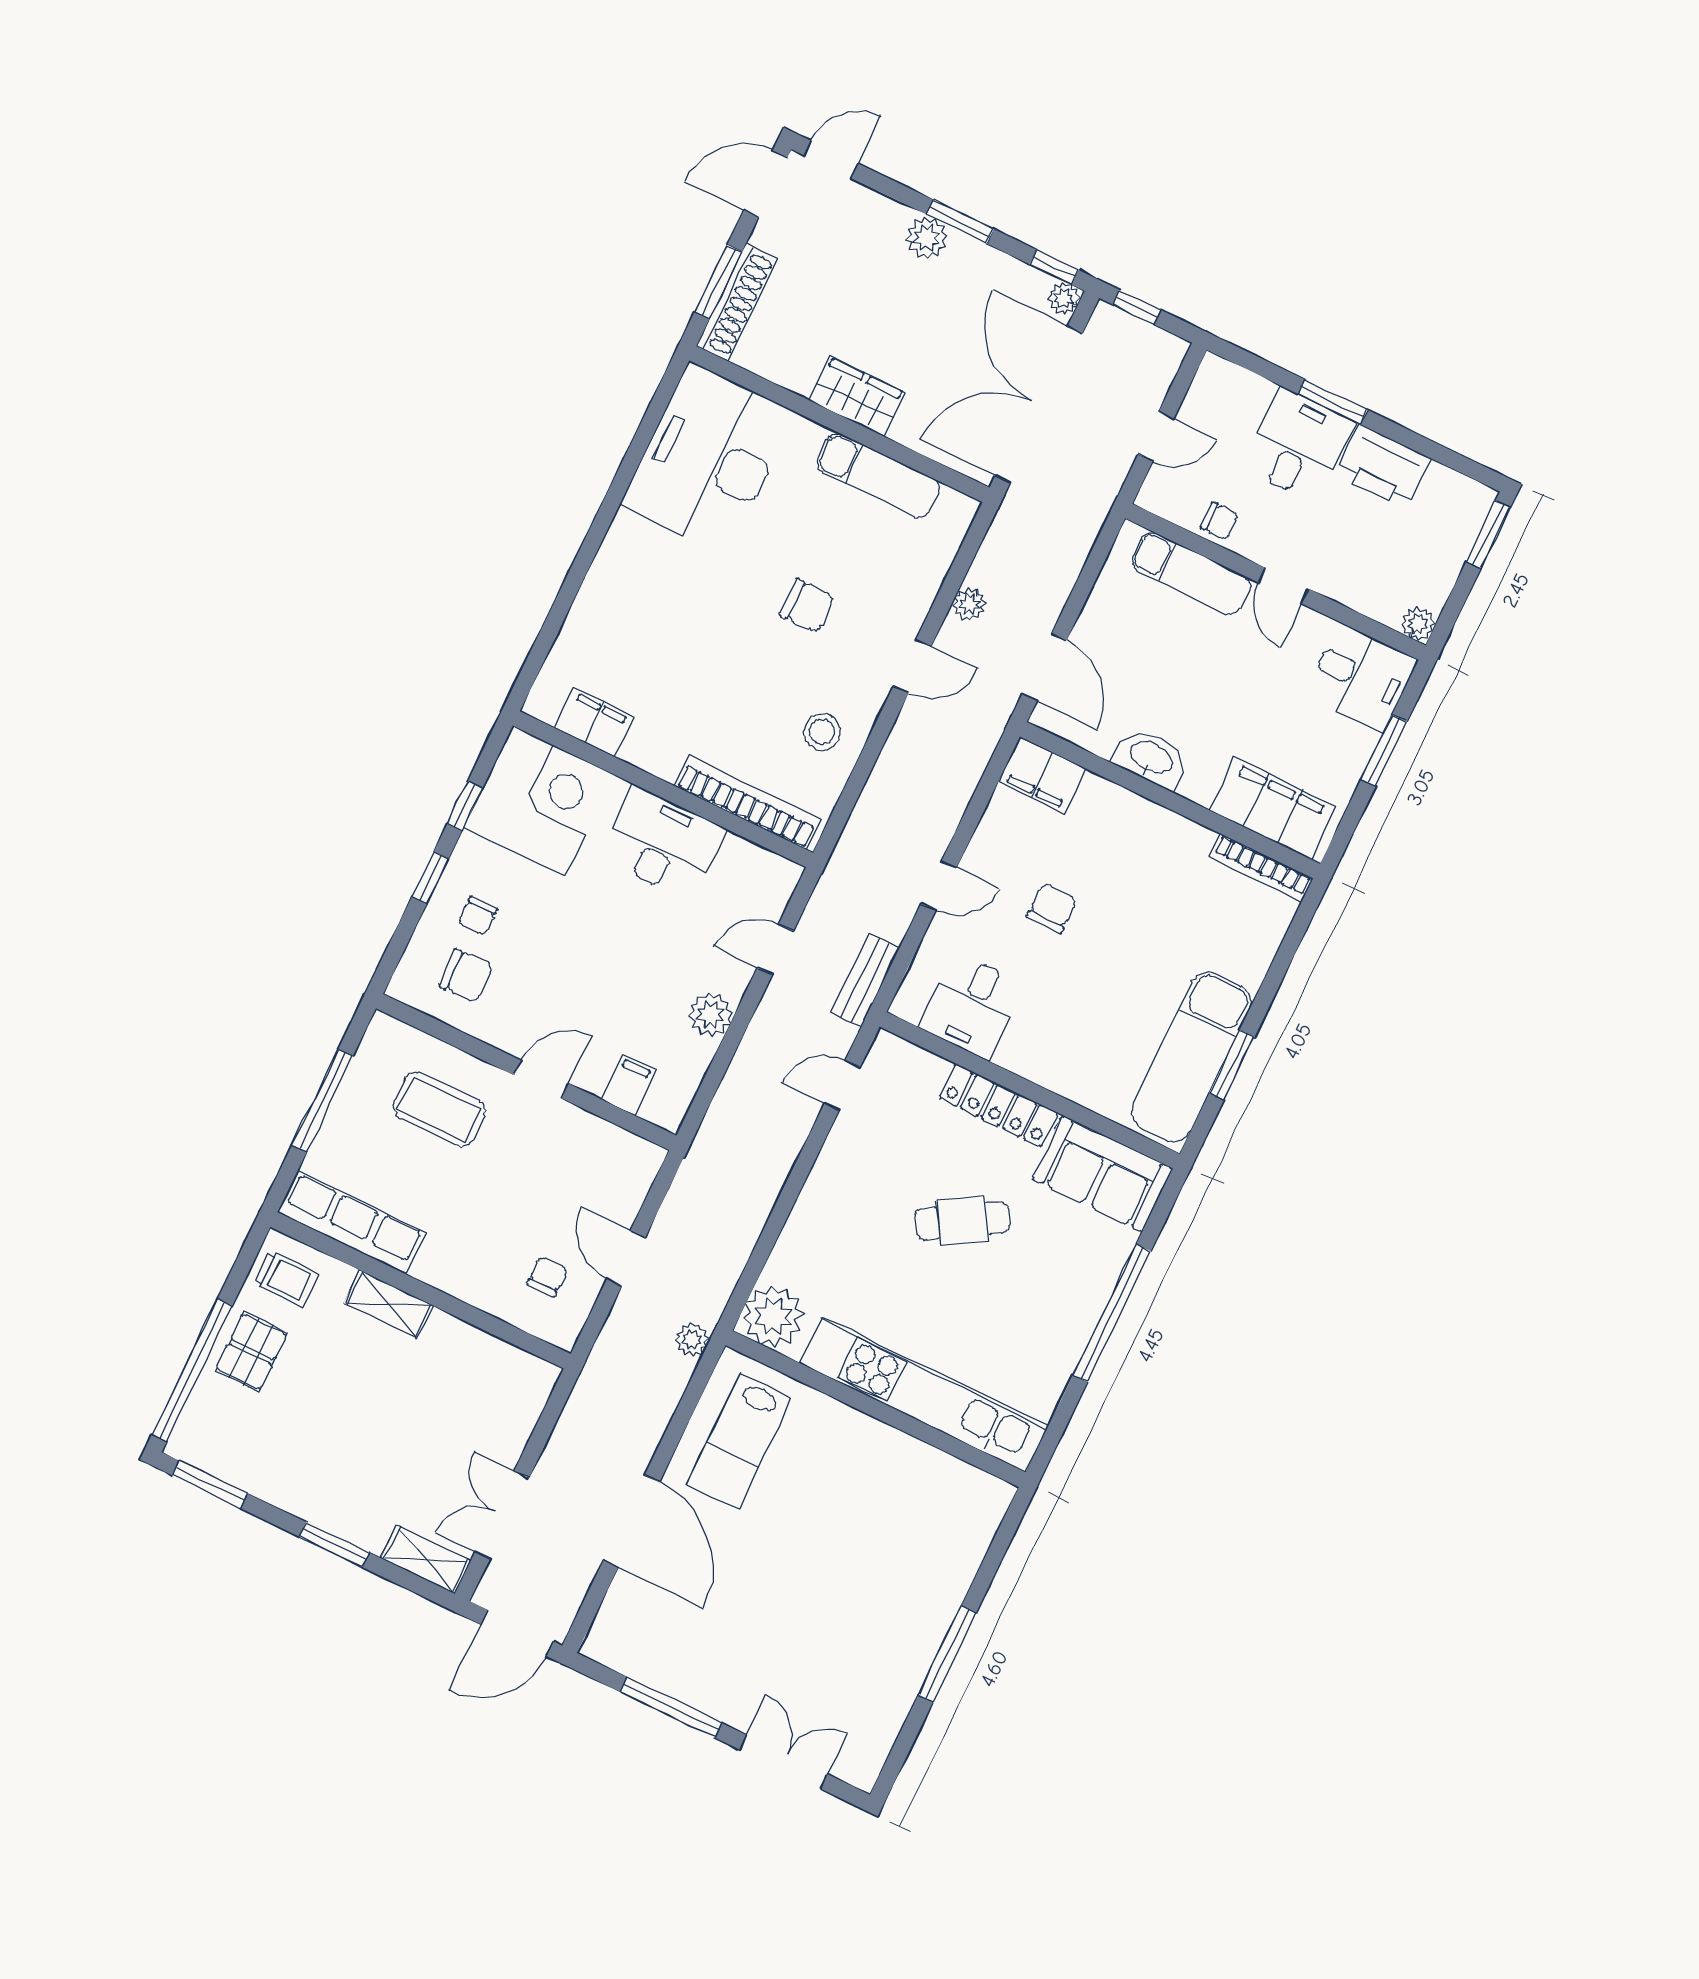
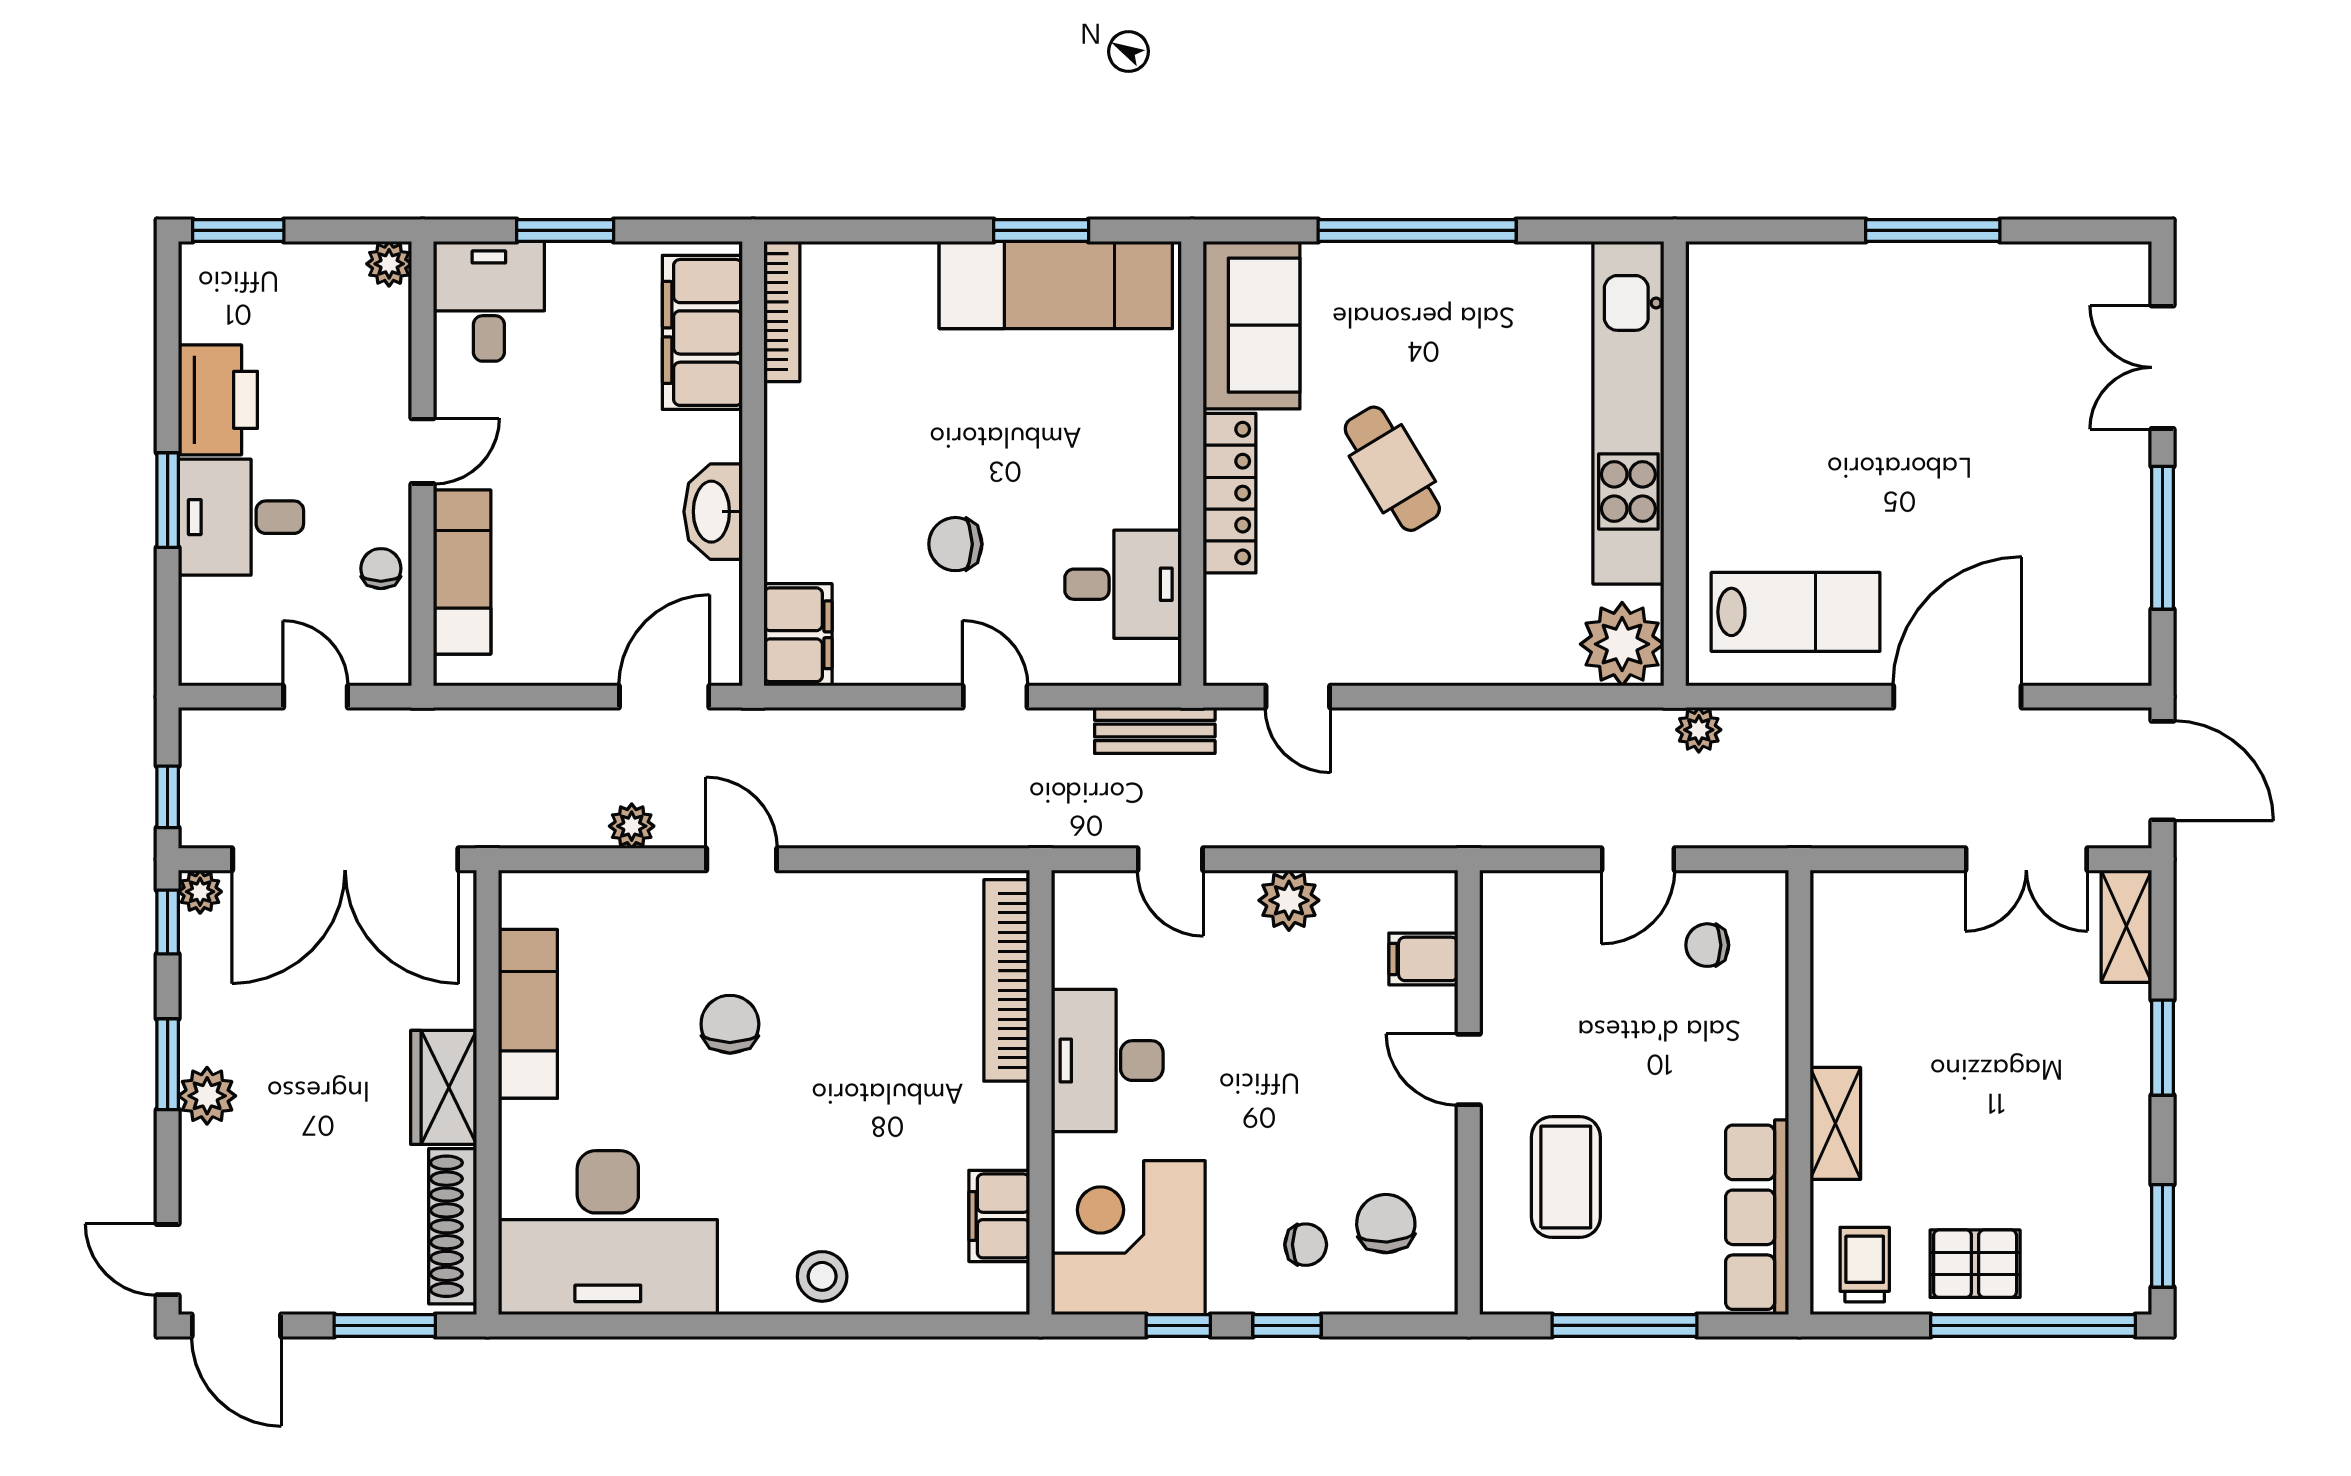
shoe rack: (737, 302) -> (453, 1226), moved, turned -90
stool: (822, 732) -> (822, 1276), moved

